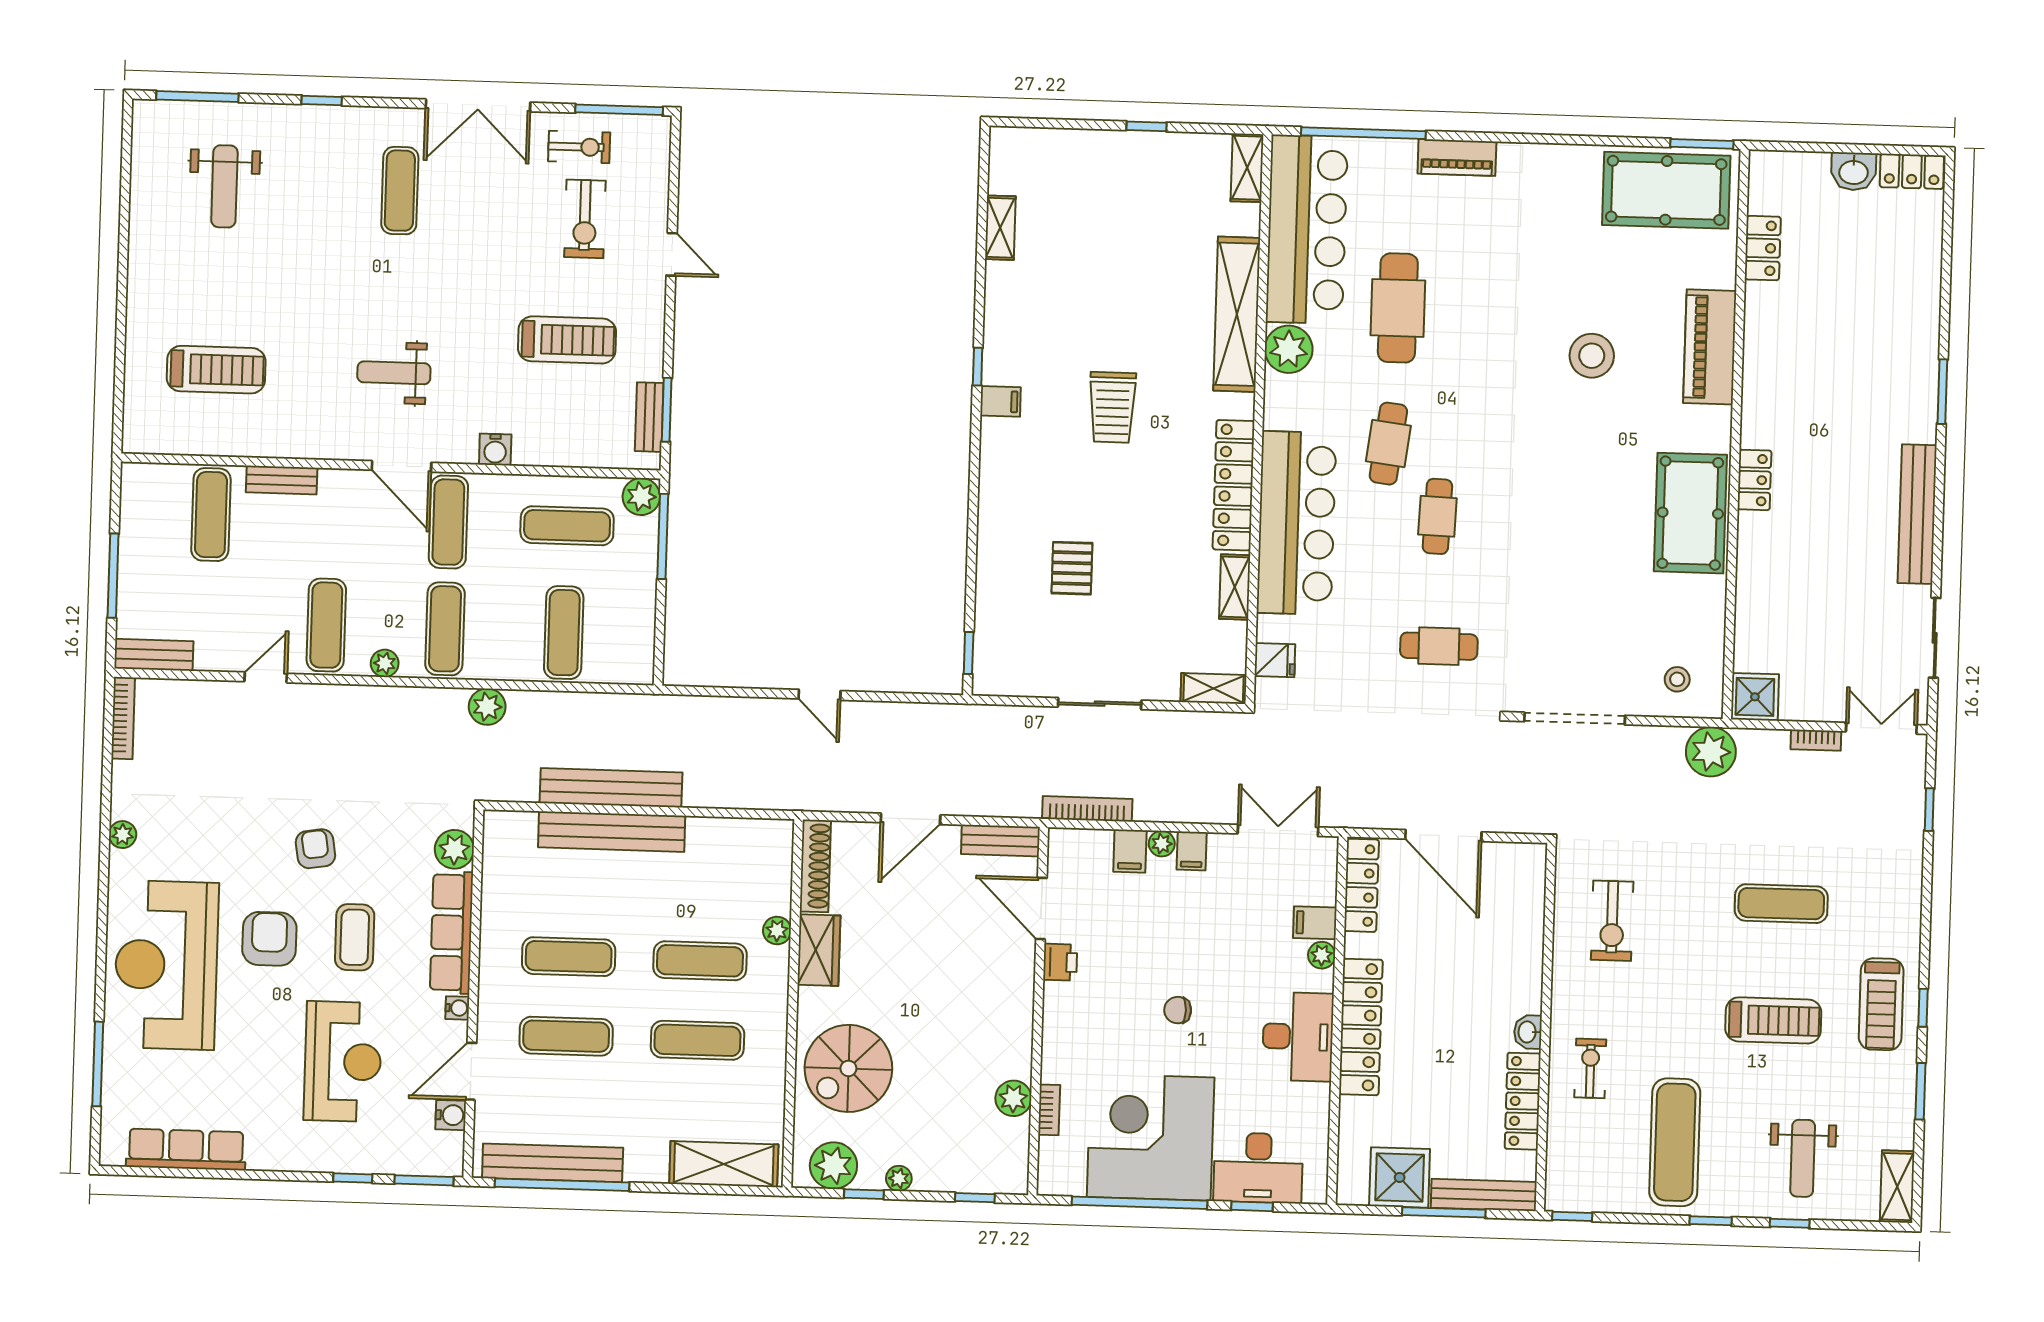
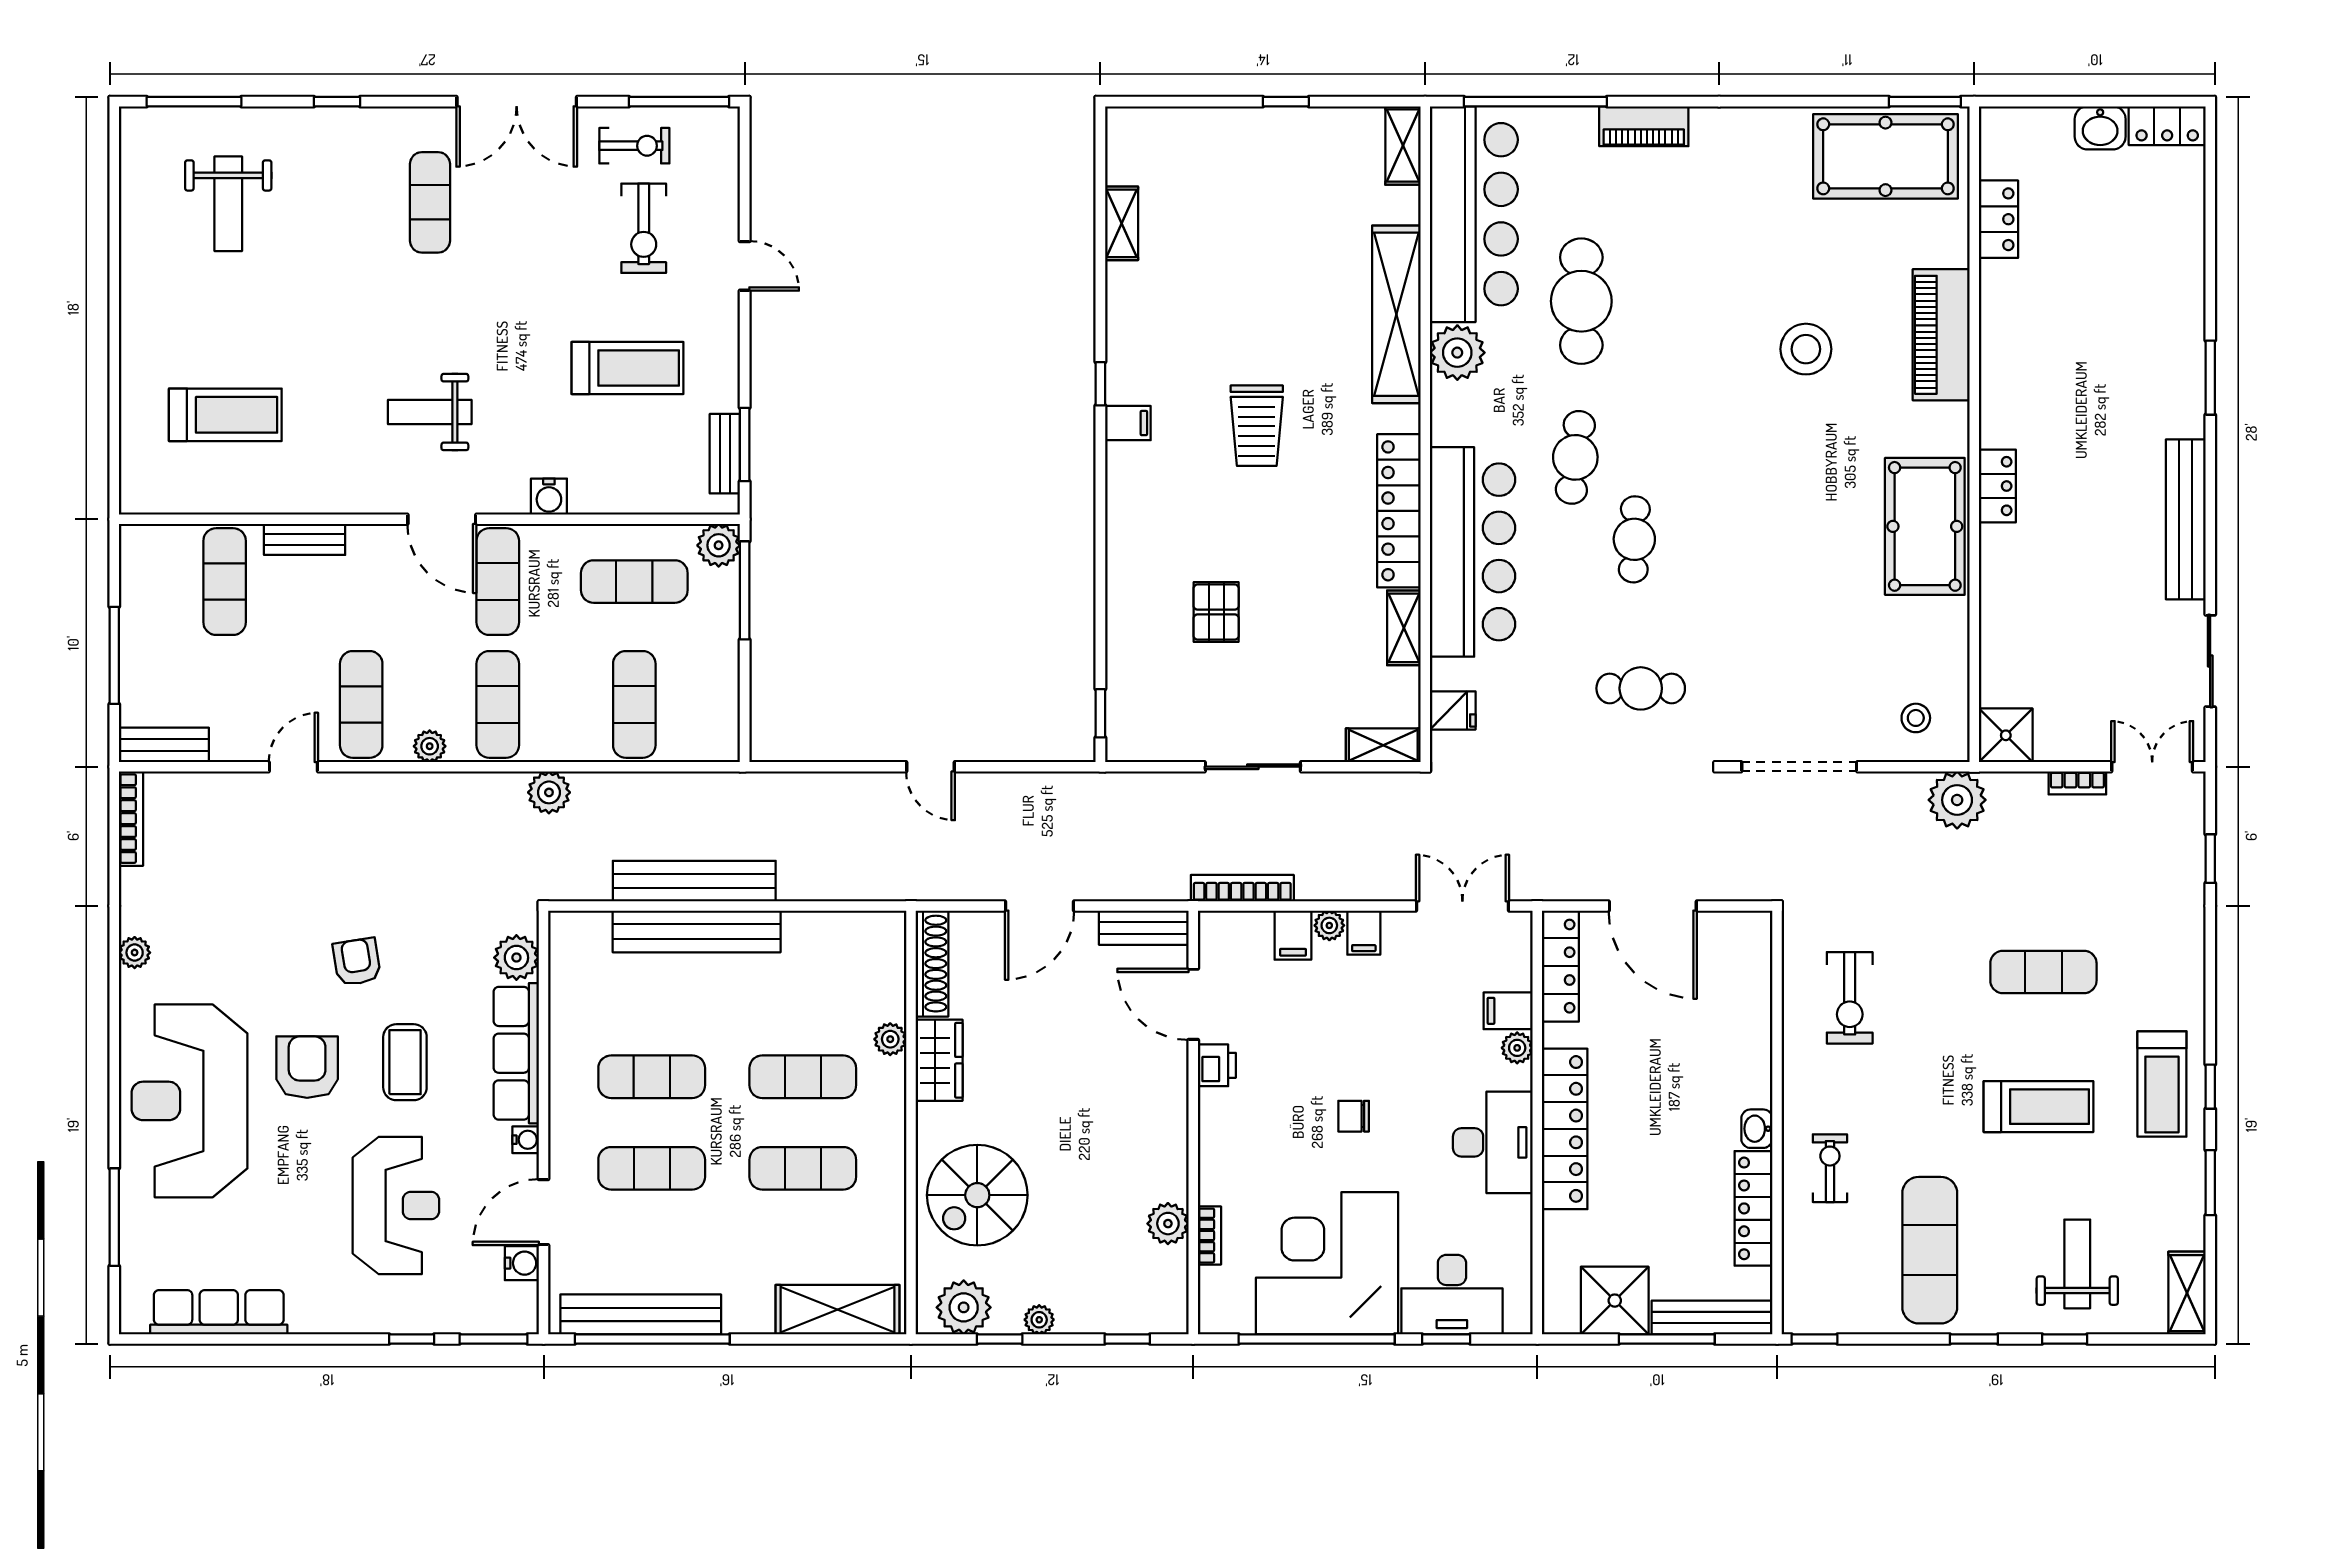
weight bench: (1803, 1158) -> (2077, 1264), turned 180

